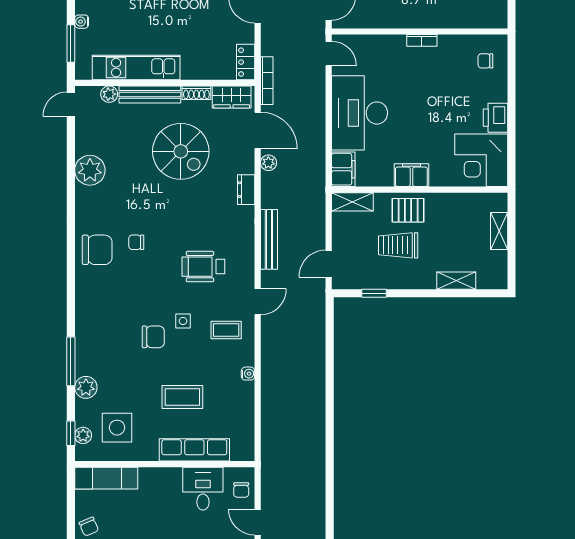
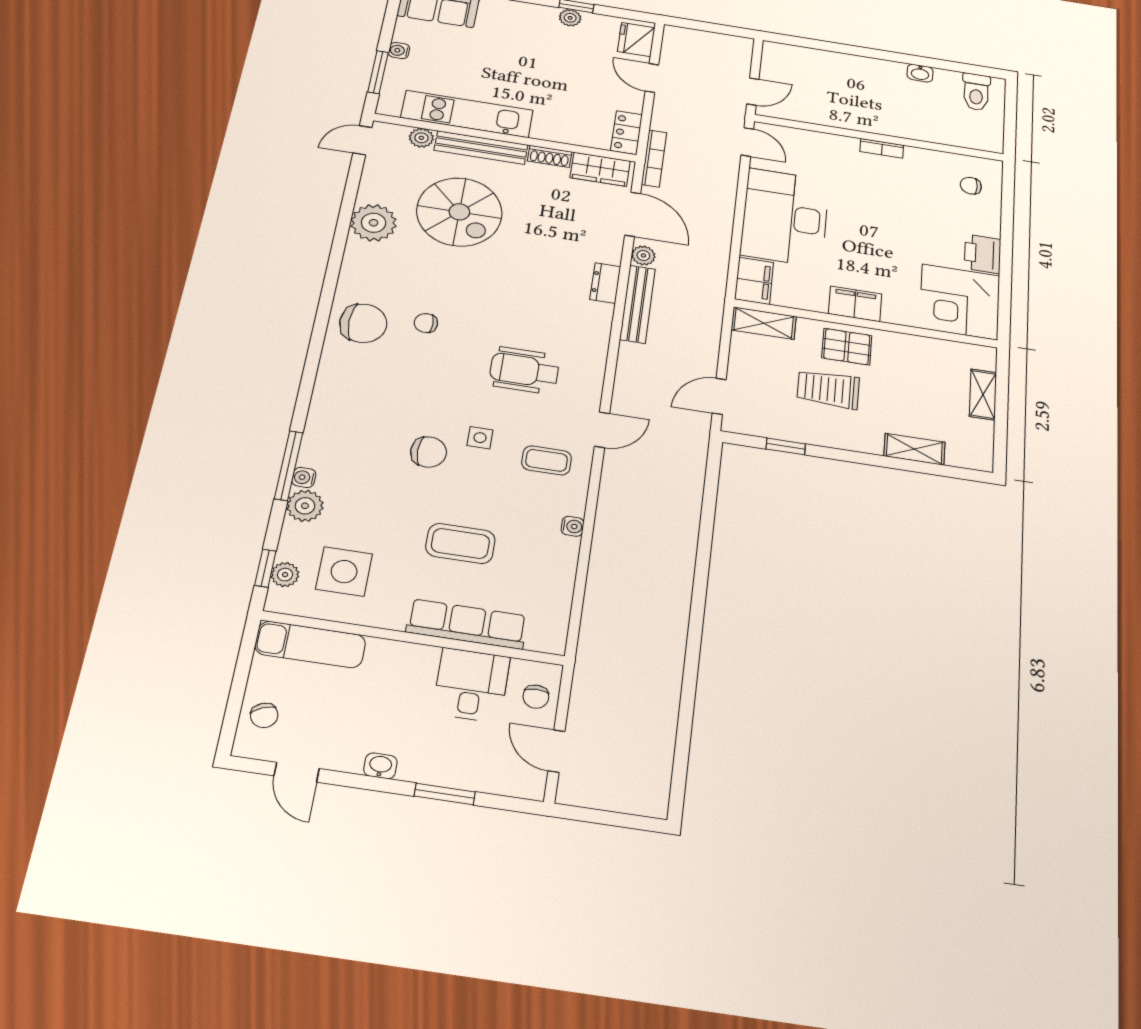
spiral stairs: (181, 151) -> (459, 212), moved
bench: (269, 239) -> (637, 304), moved
water cooler: (82, 368) -> (304, 477), added

